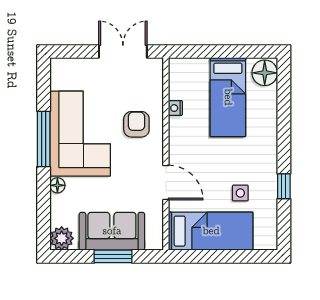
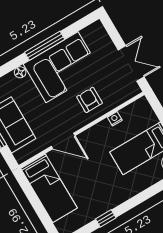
armchair: (136, 124) -> (89, 100), turned -90
door: (166, 183) -> (63, 141), hinge flipped
side table: (240, 193) -> (85, 193), removed

